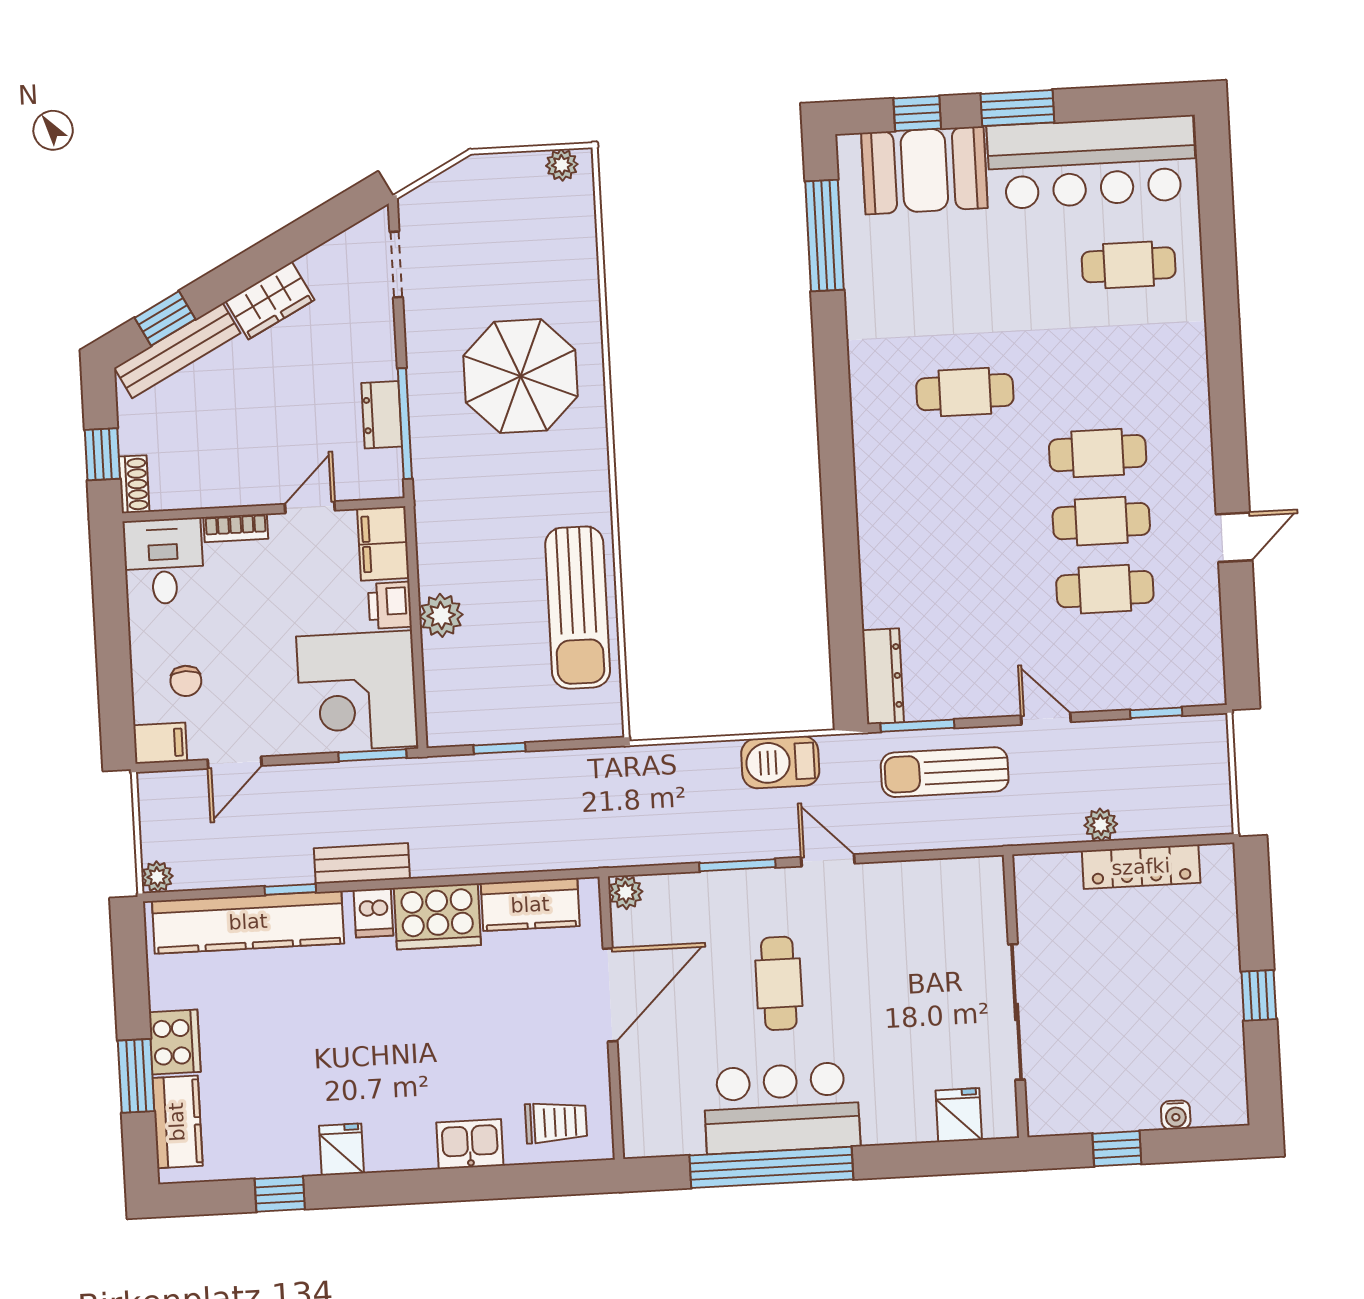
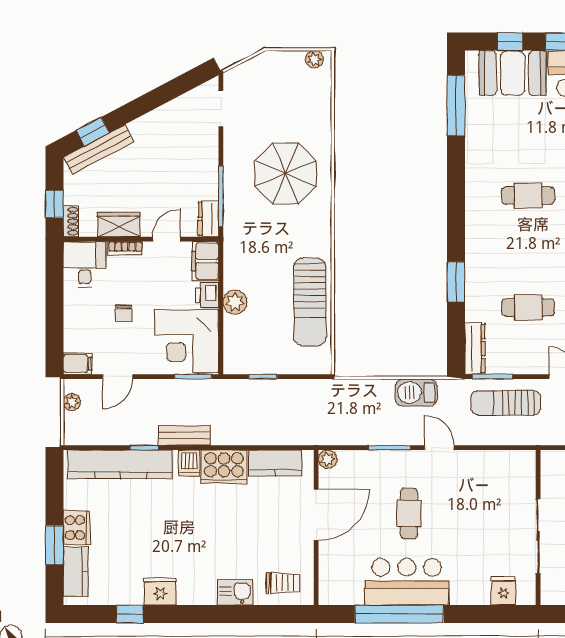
wardrobe: (270, 300) -> (119, 225), moved, turned -152
dresser: (382, 415) -> (208, 219), moved
window: (842, 557) -> (456, 282), added
cafe table: (976, 596) -> (528, 307), added
chair: (186, 681) -> (123, 313), moved
plant: (157, 877) -> (72, 402), moved
fridge: (341, 1149) -> (160, 591), width x1.38

